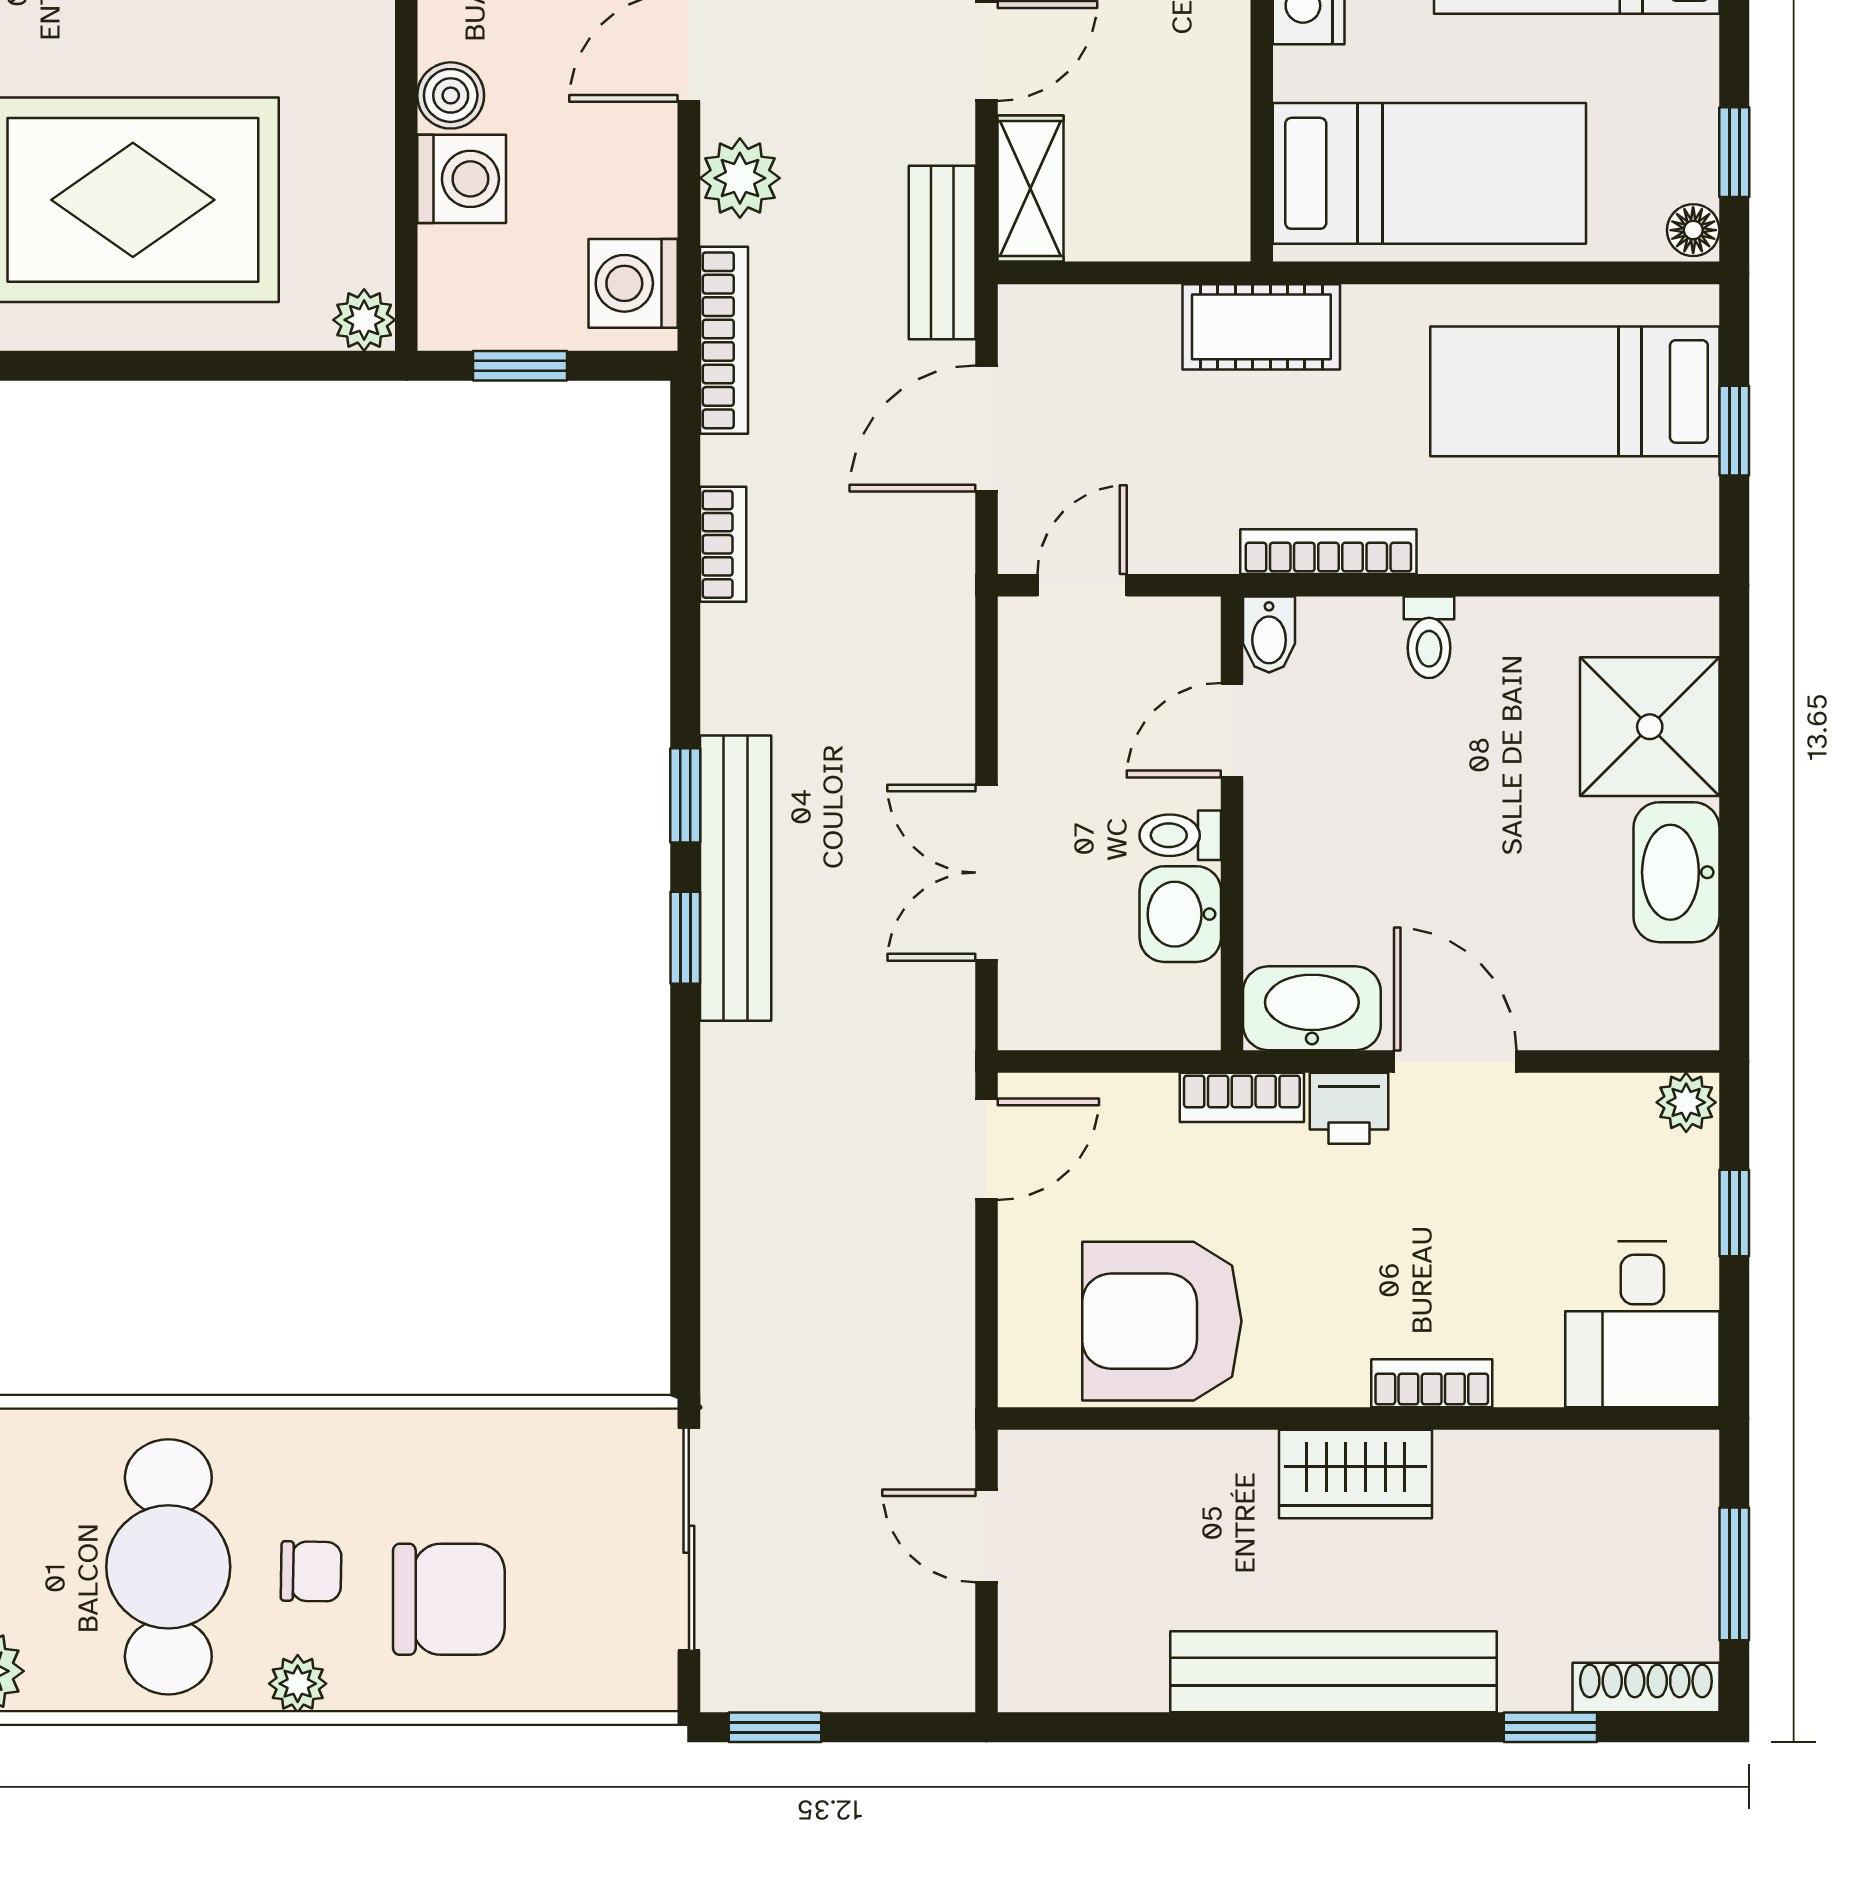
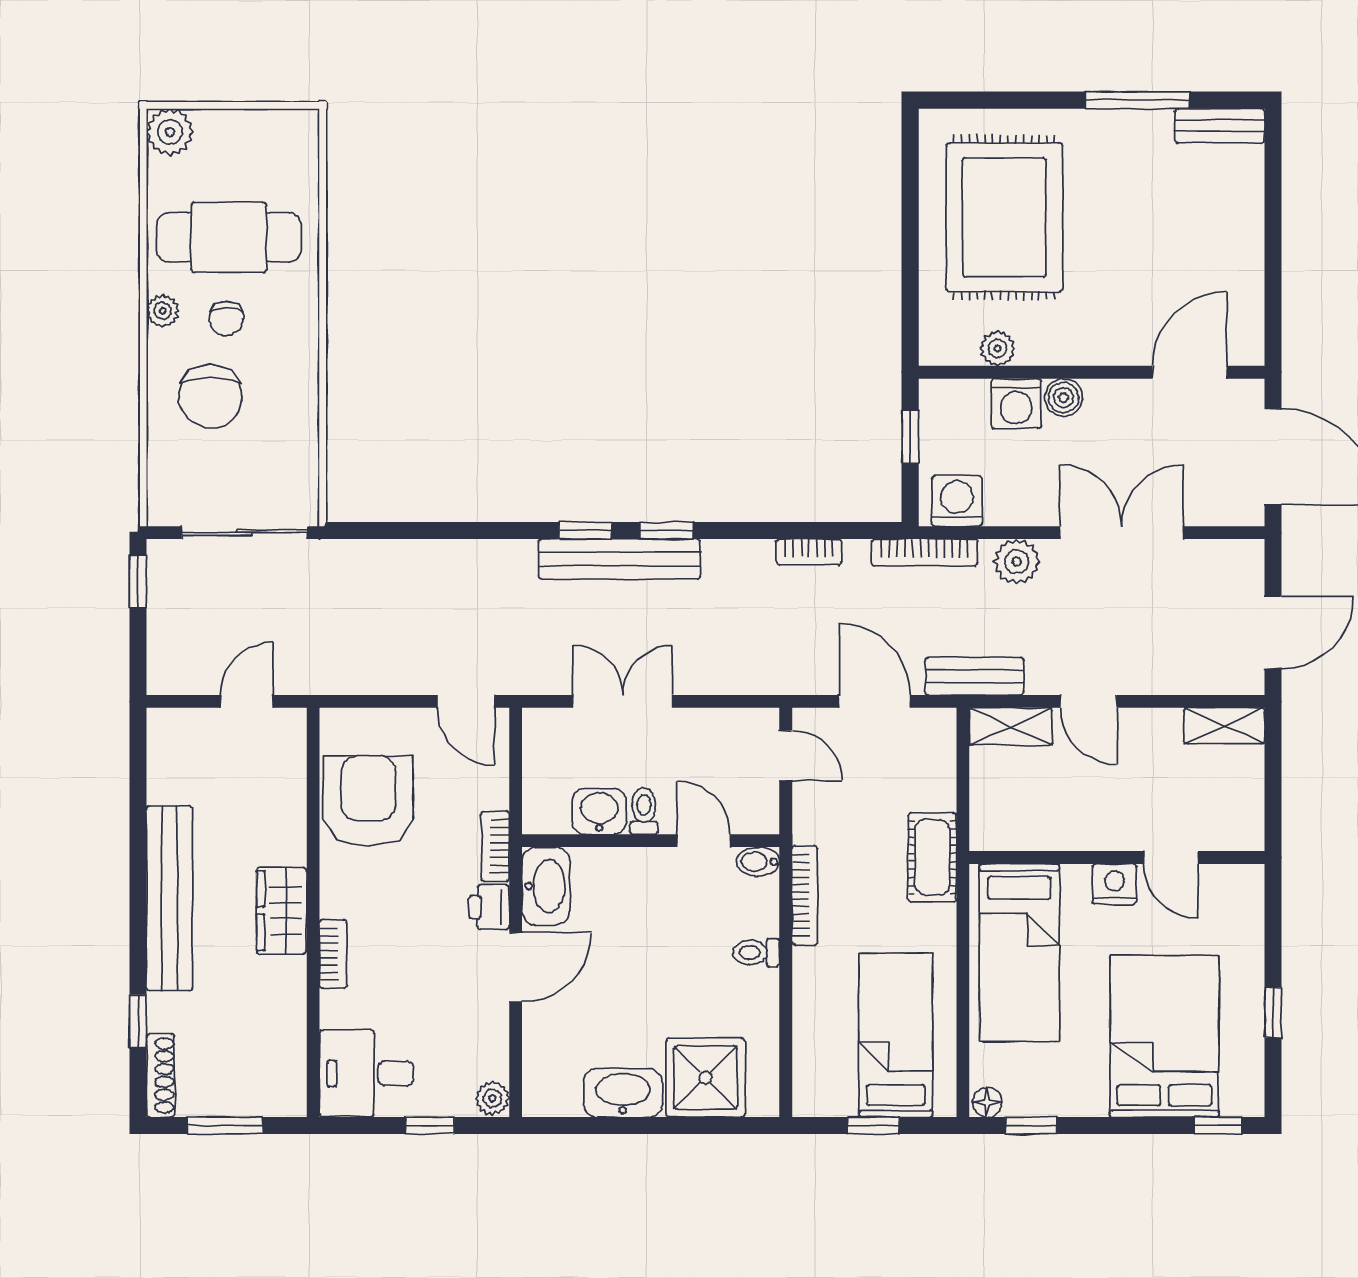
plant: (364, 320) -> (998, 348), moved

